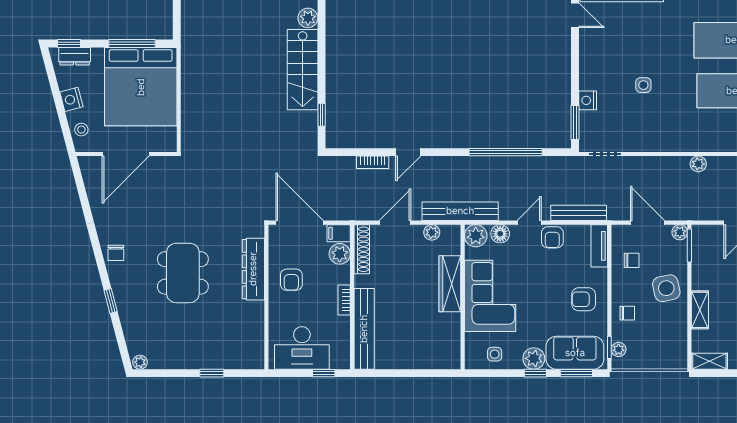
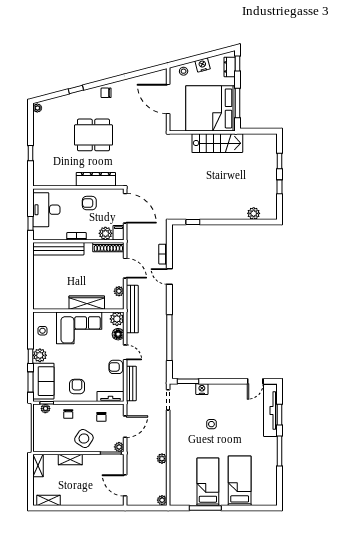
stairs: (303, 70) -> (217, 143), moved, turned 180
door: (300, 223) -> (125, 208), hinge flipped
side table: (666, 288) -> (84, 439), turned 45

